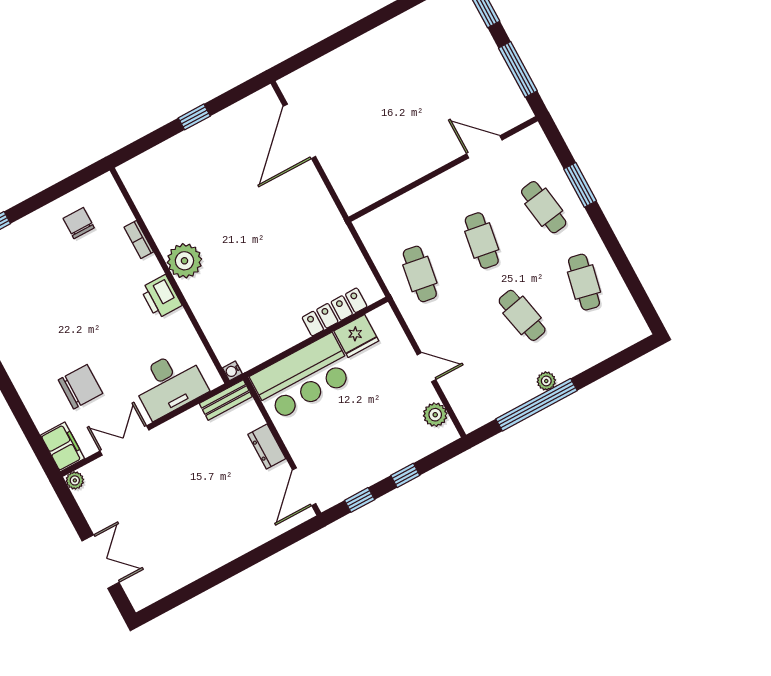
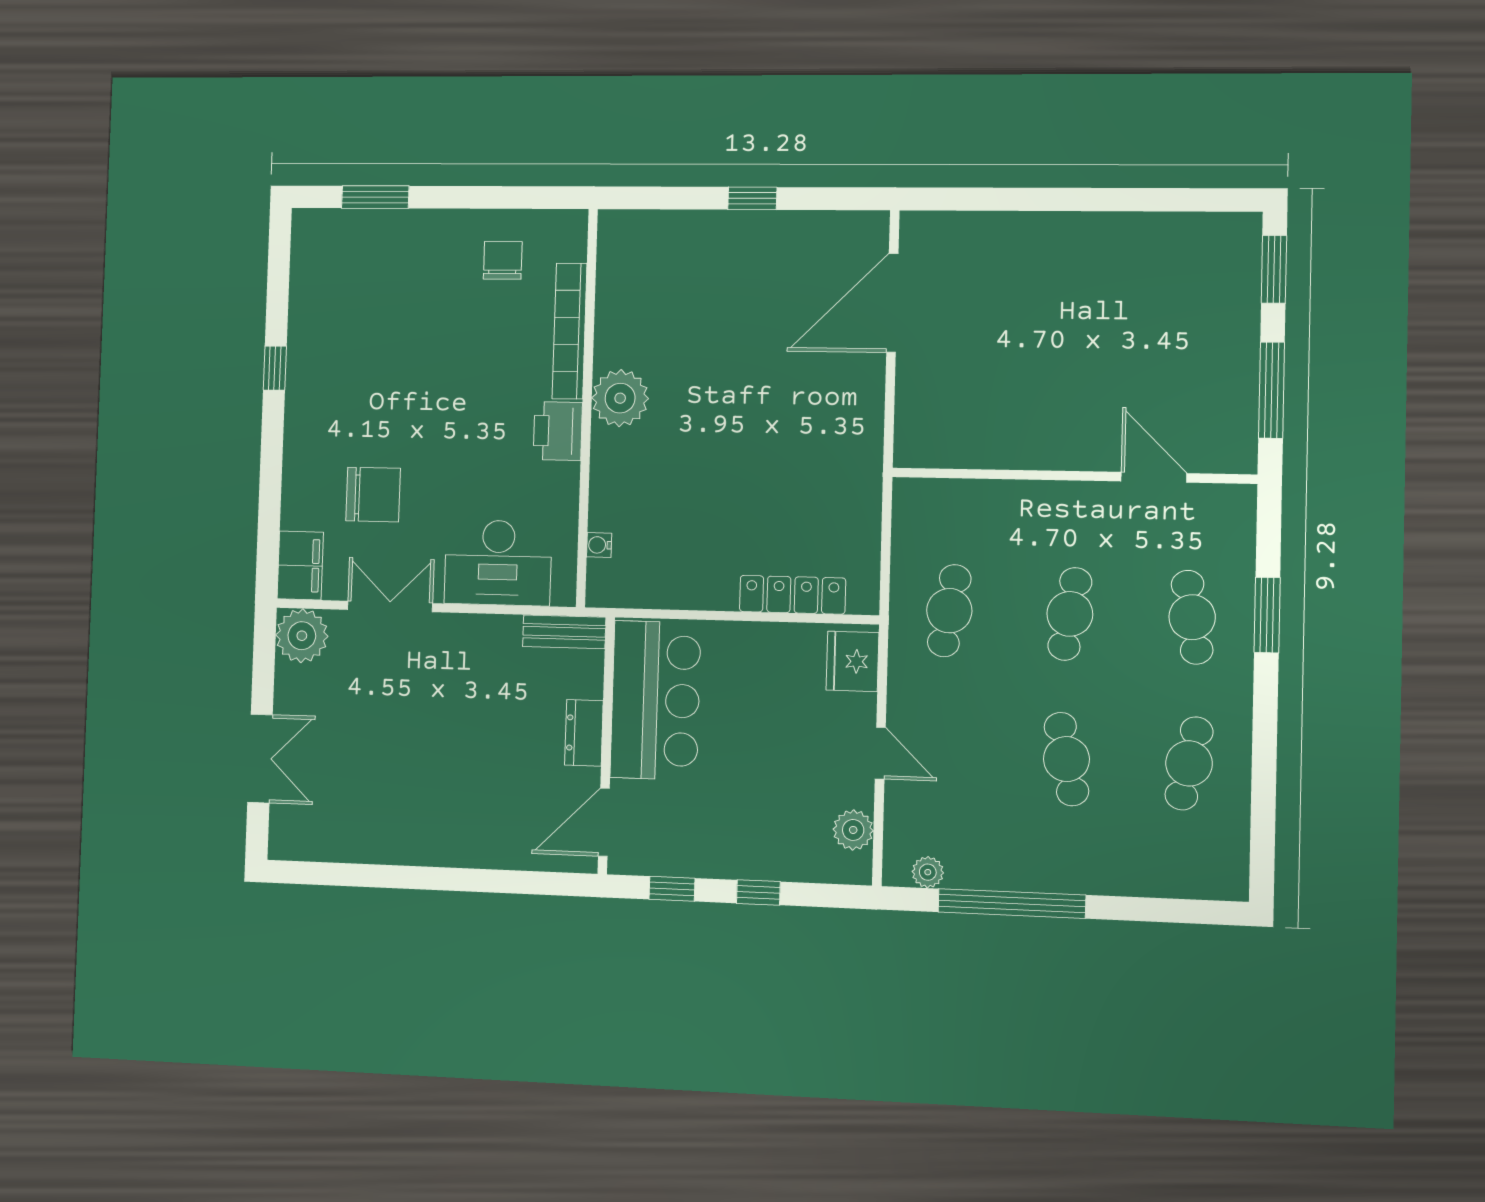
bookcase: (139, 240) -> (570, 331), width x2.31, depth x1.31
fridge: (356, 336) -> (852, 661), moved, turned 90
water cooler: (232, 371) -> (599, 545), moved
bar counter: (303, 377) -> (655, 700), moved, turned -90
plant: (546, 381) -> (928, 872), moved
plant: (75, 480) -> (302, 636), width x1.87, depth x1.87

